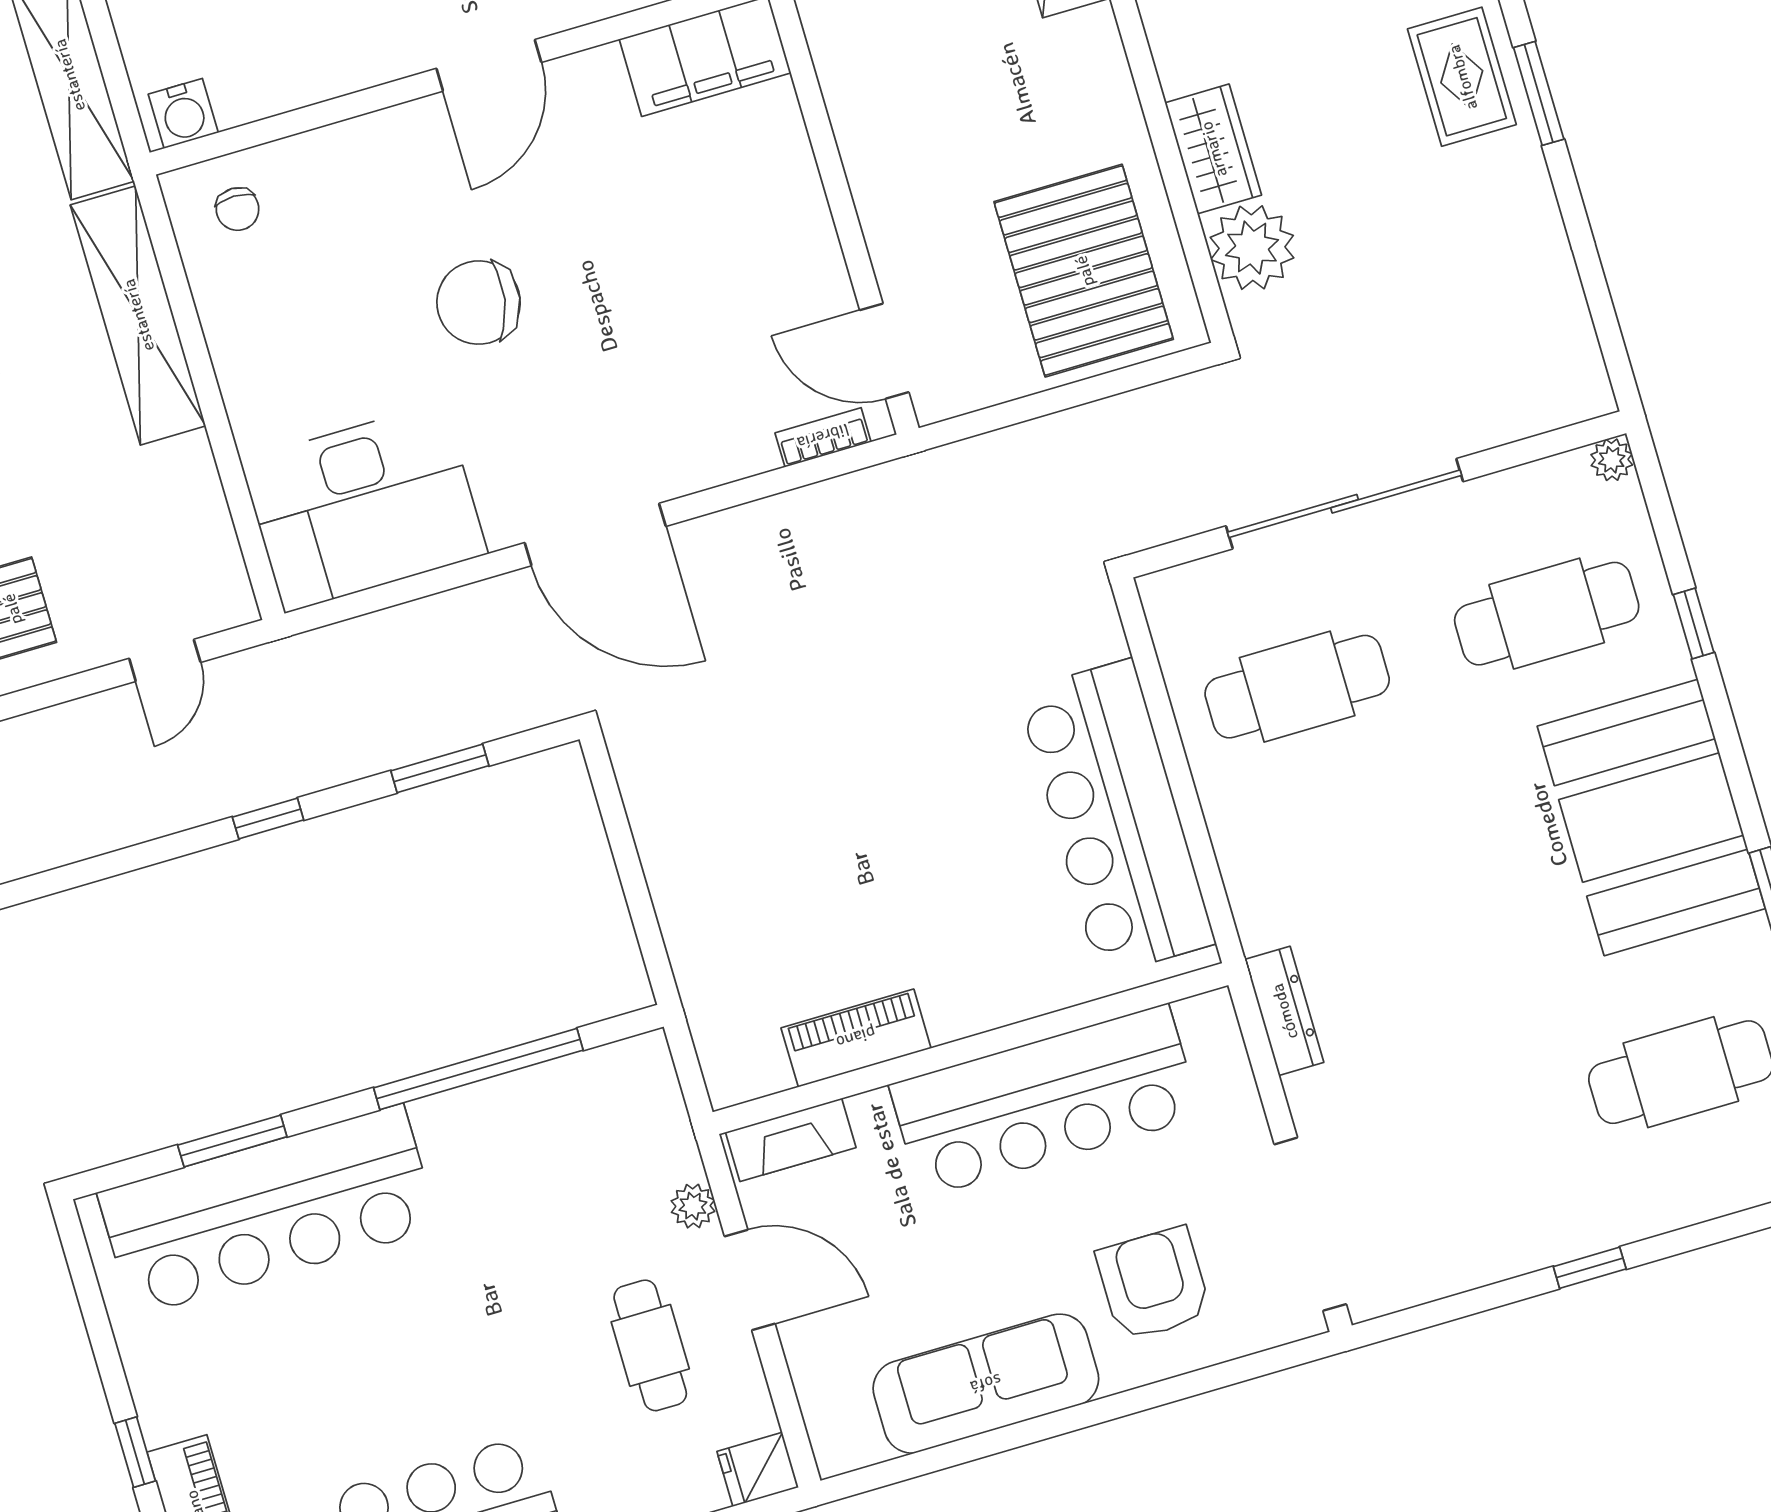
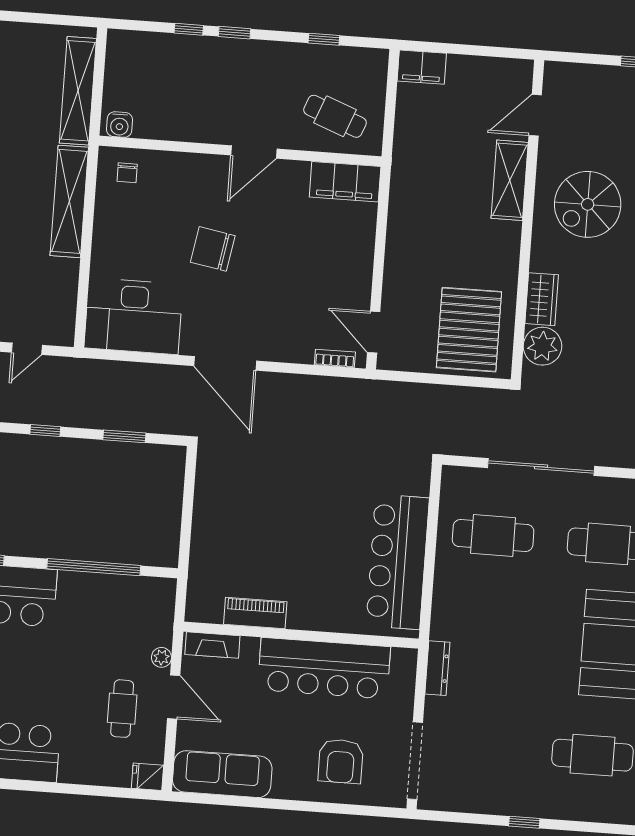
armchair: (1153, 1284) -> (341, 761), turned 180
sofa: (986, 1384) -> (222, 774), moved

